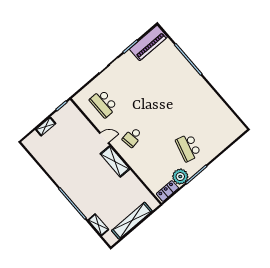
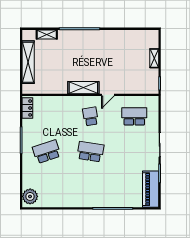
school desk: (159, 114) -> (90, 152), added
school desk: (188, 148) -> (47, 152), turned -33
plant: (180, 177) -> (30, 196), moved

